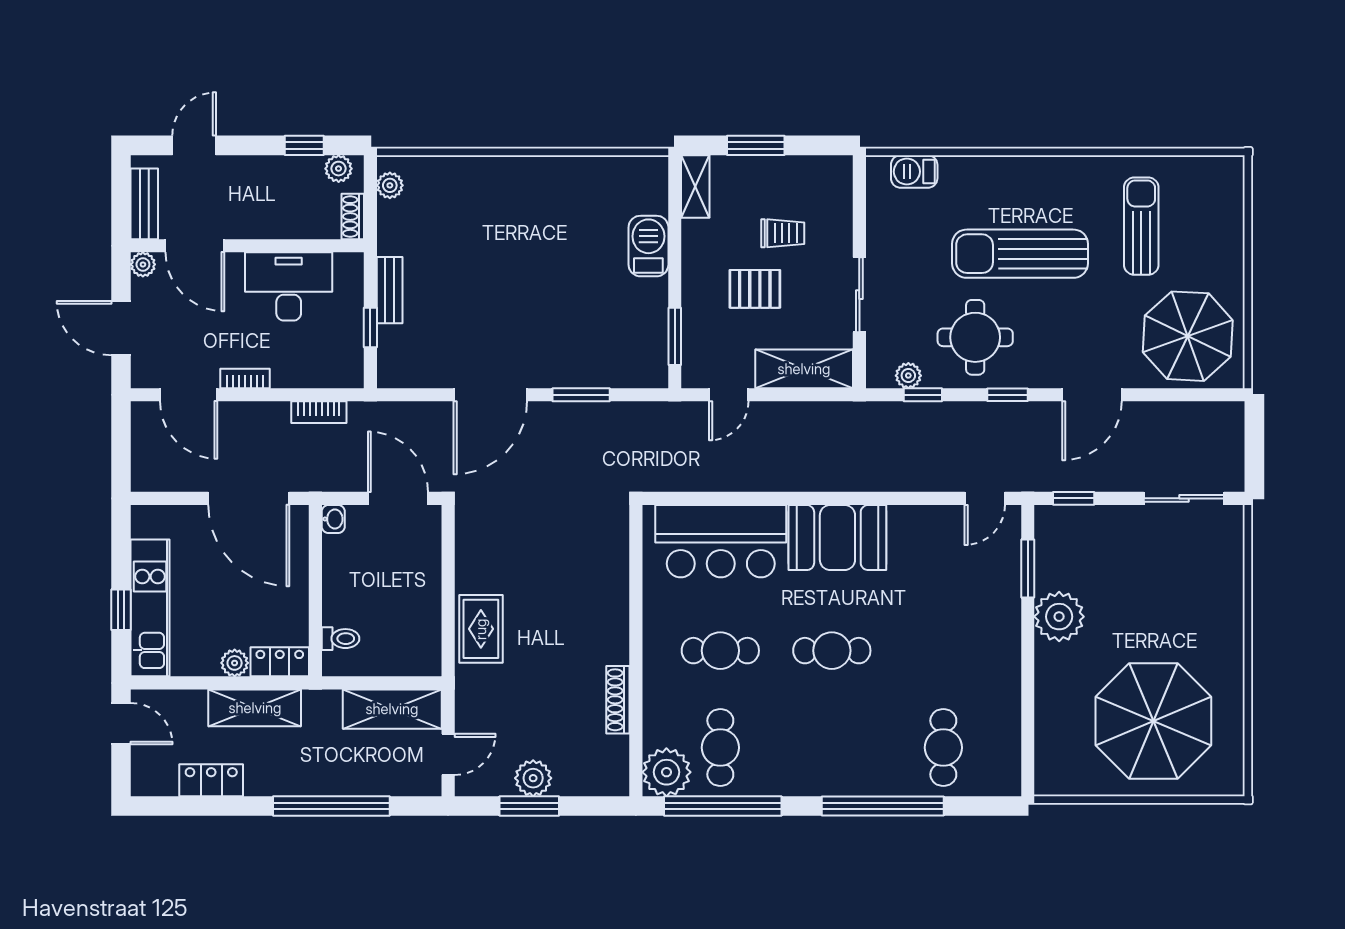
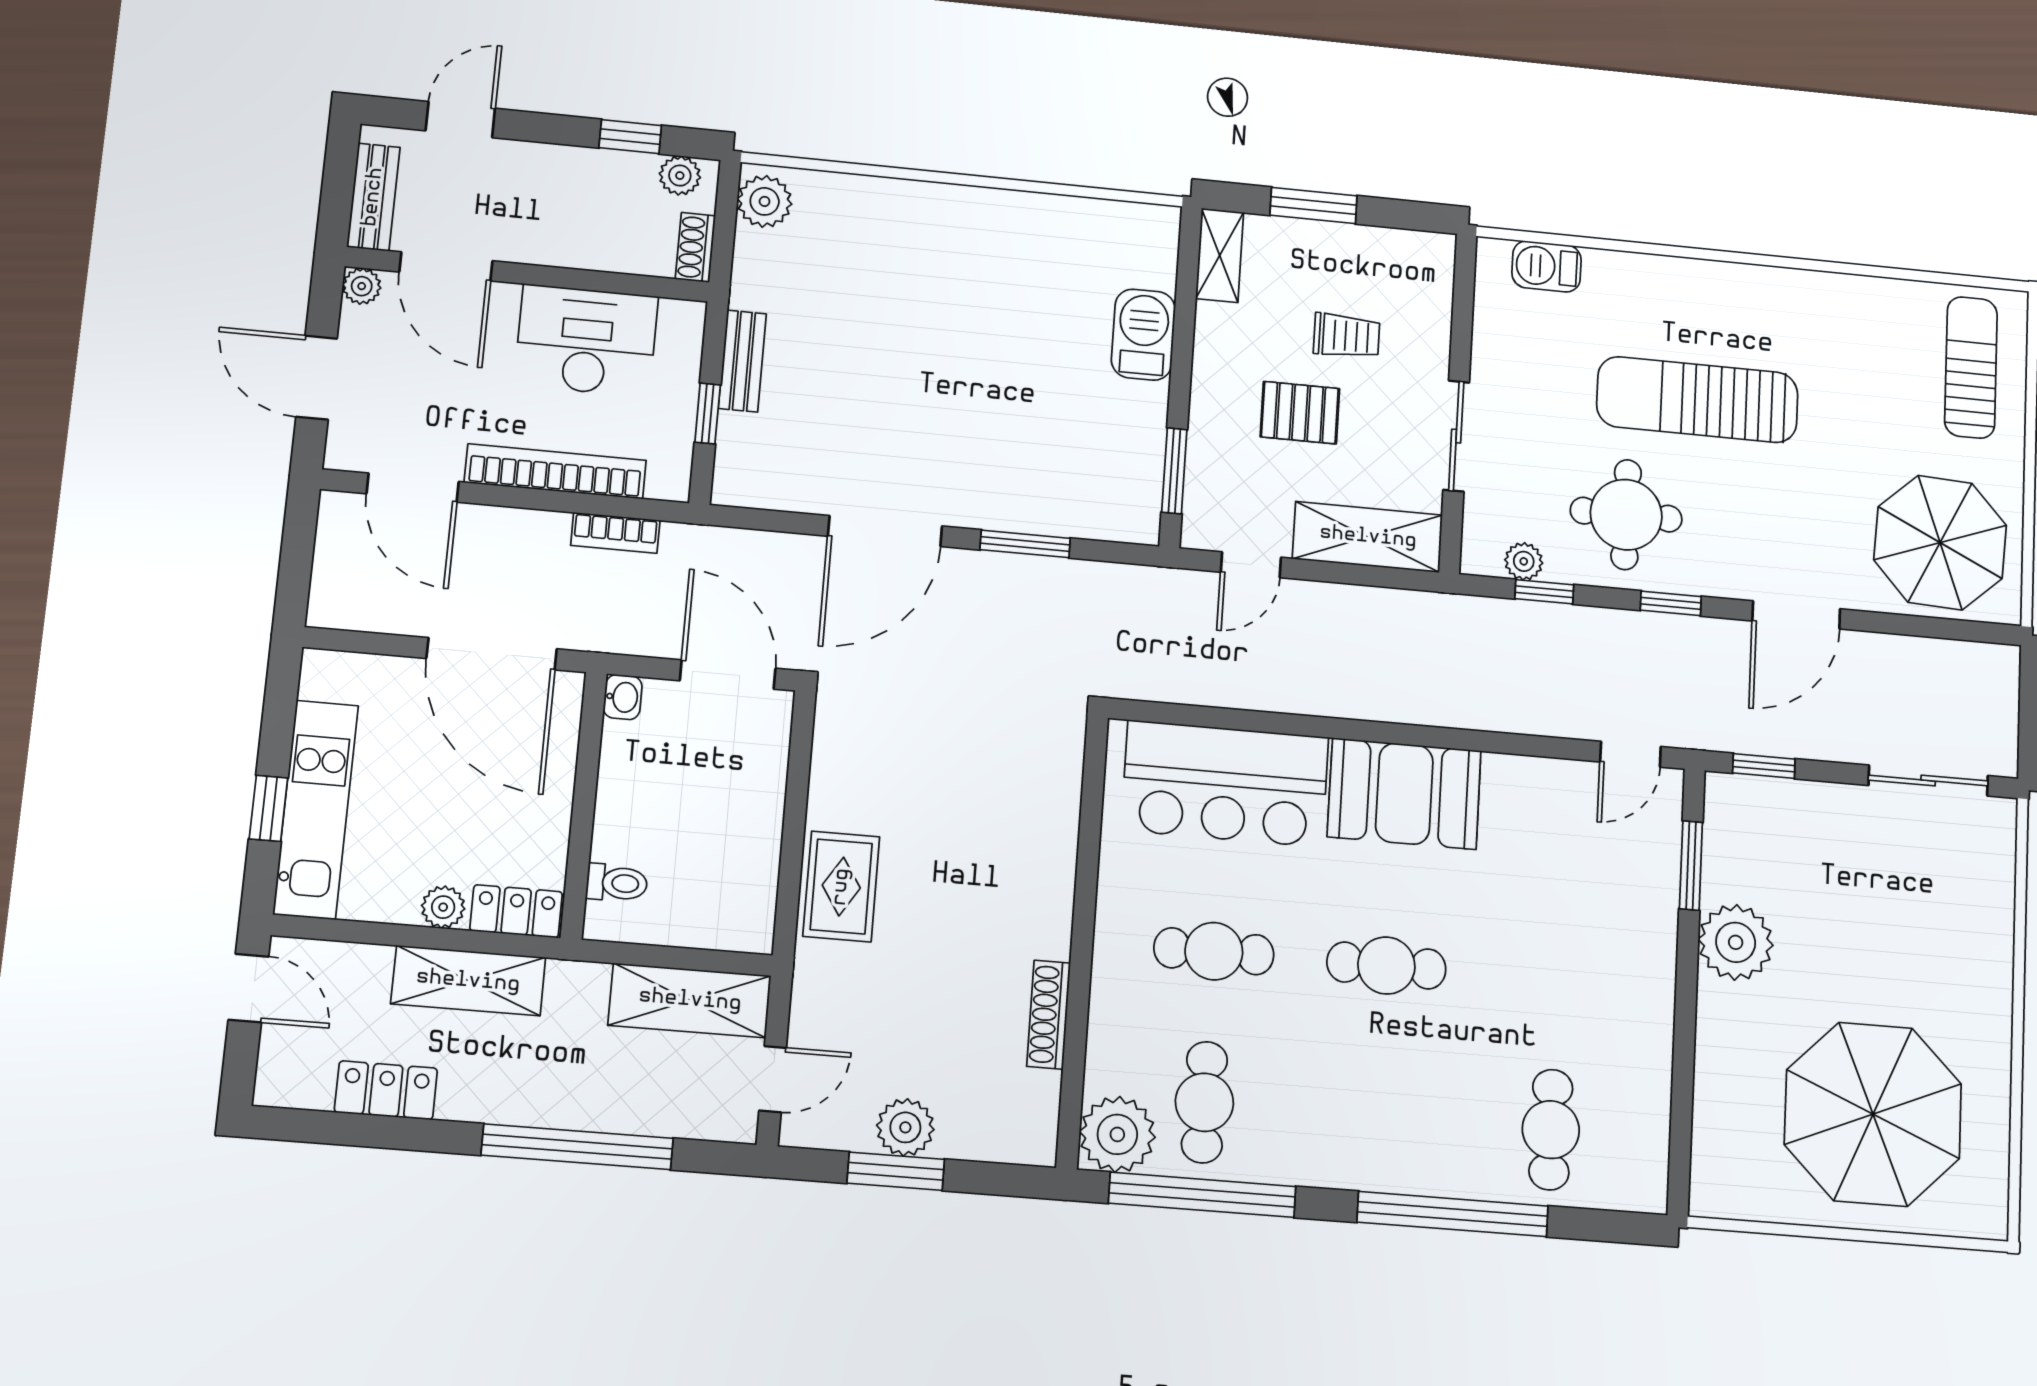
plant: (390, 185) -> (765, 201), width x1.38, depth x1.38
sun lounger: (1141, 226) -> (1971, 367), moved
bookcase: (245, 378) -> (555, 471), width x2.31, depth x1.31

